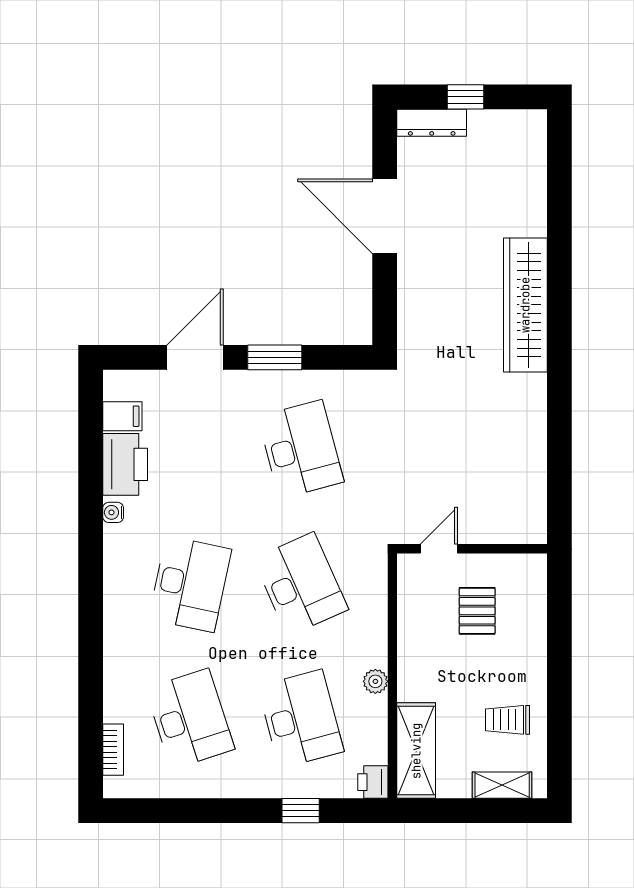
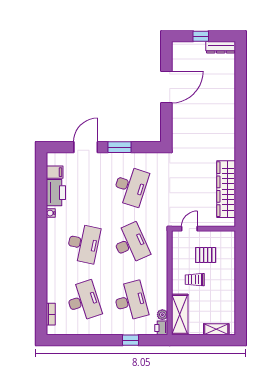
dresser: (432, 123) -> (221, 47), moved
door: (385, 216) -> (166, 87), swing flipped
wardrobe: (525, 305) -> (226, 189), moved
desk: (301, 449) -> (131, 186), turned 33
pallet: (477, 611) -> (206, 255), turned 90
plant: (375, 681) -> (162, 315), moved
trolley: (508, 720) -> (195, 280), moved

